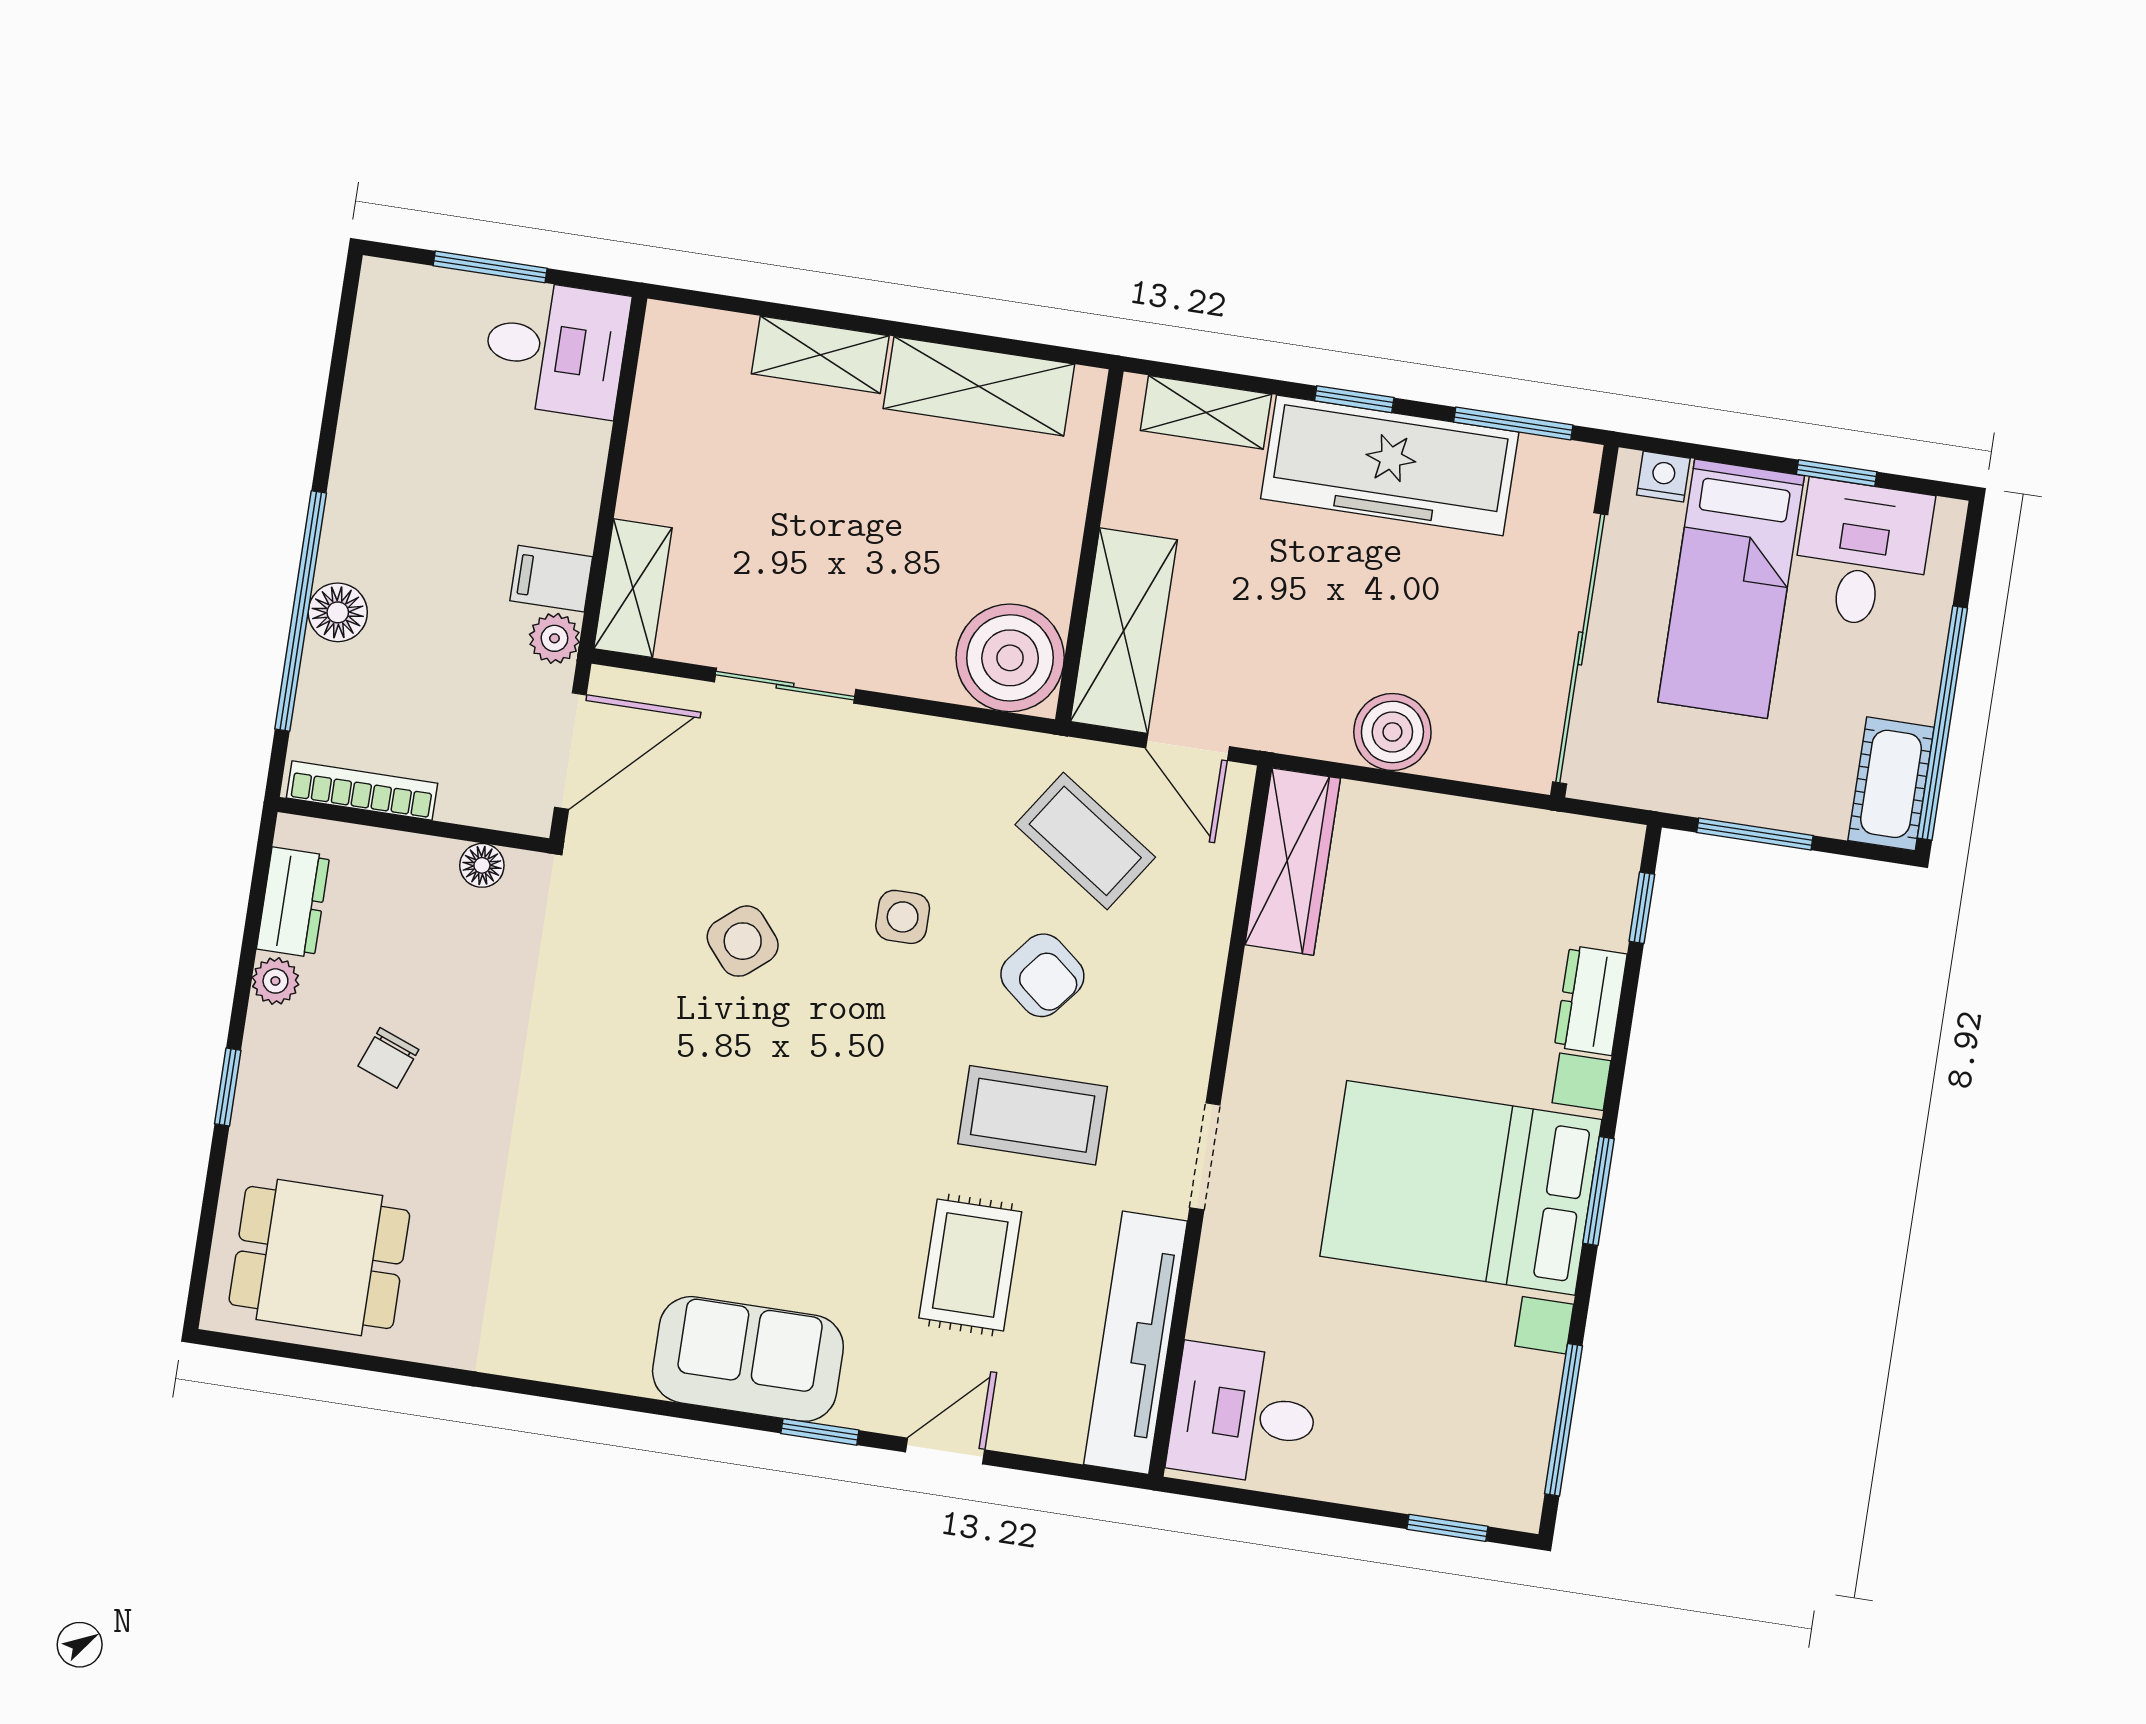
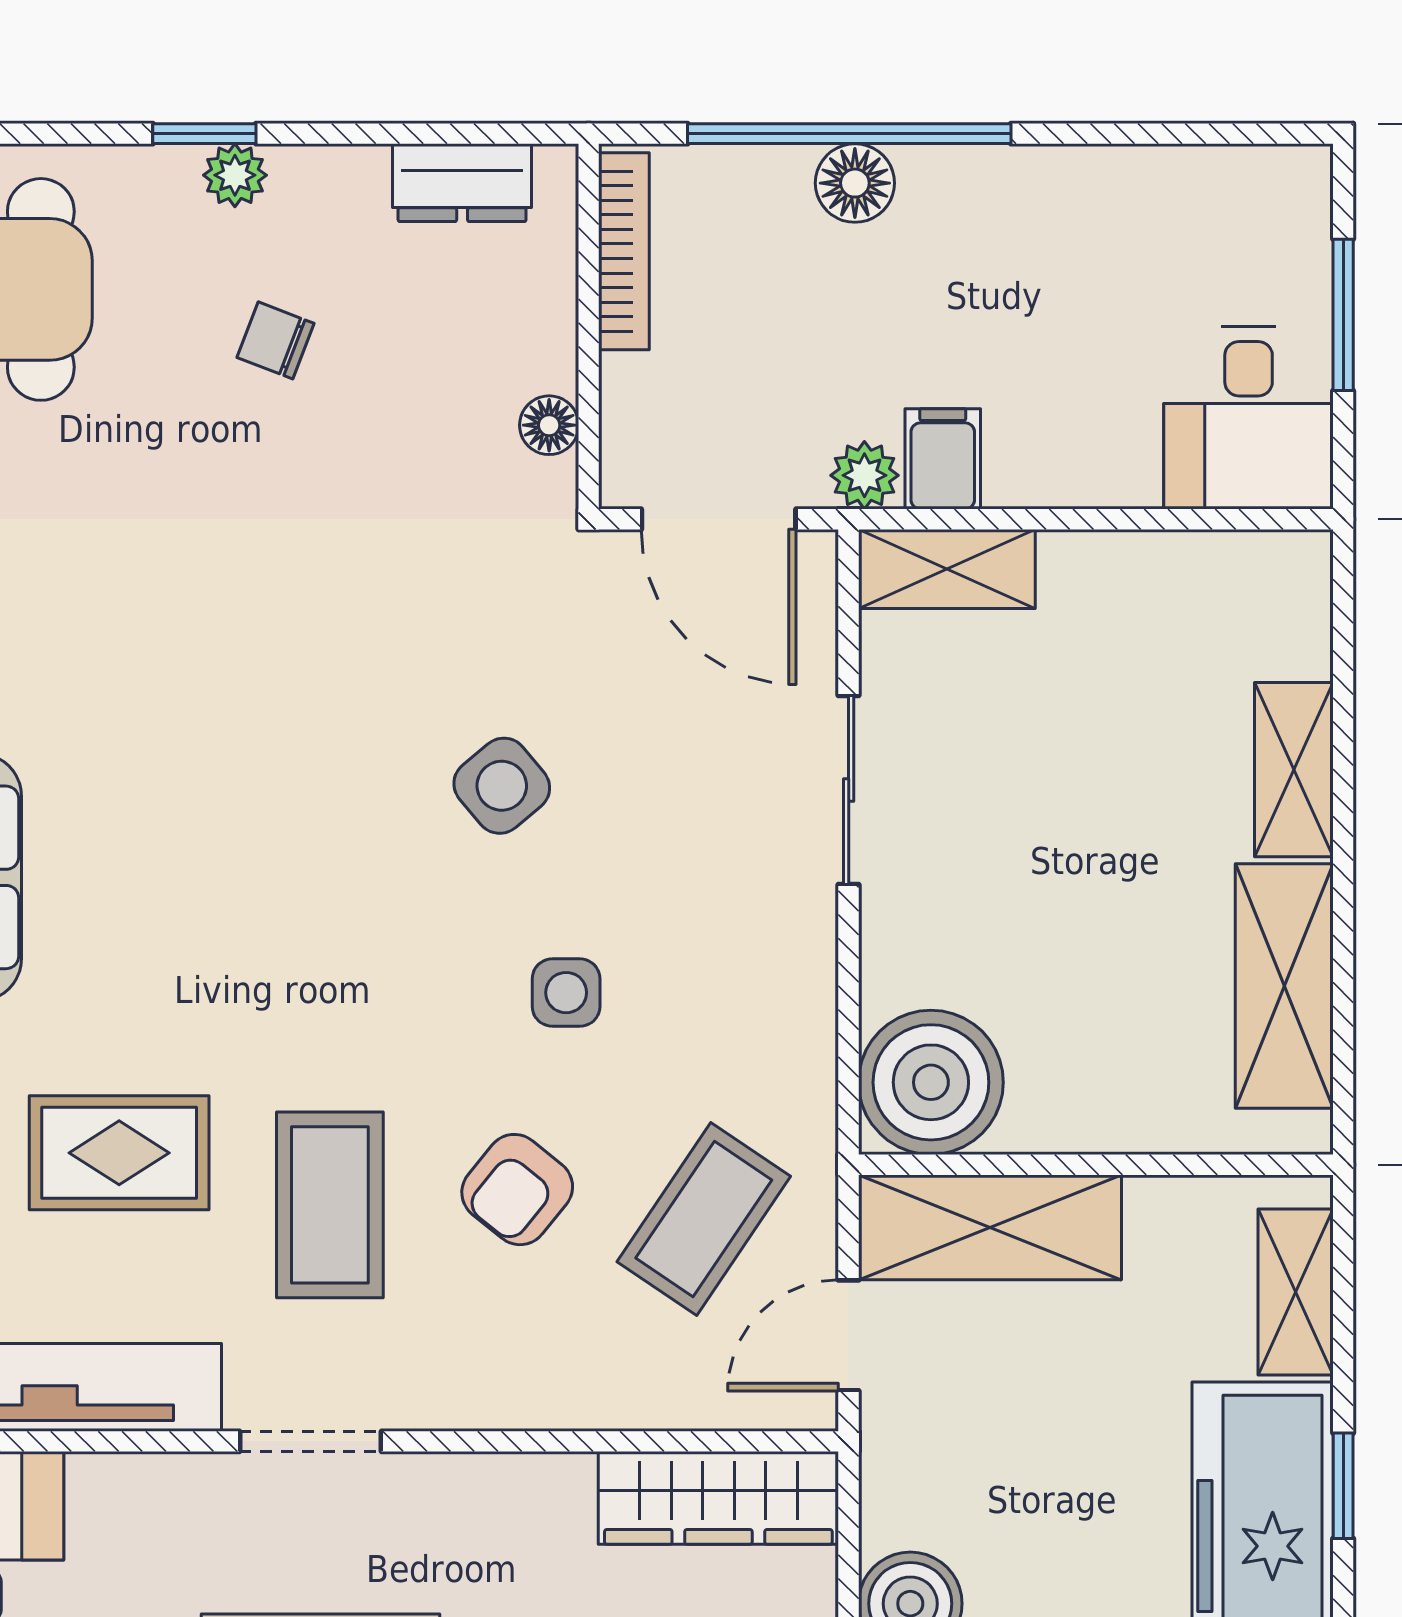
plant: (275, 981) -> (235, 175), moved

